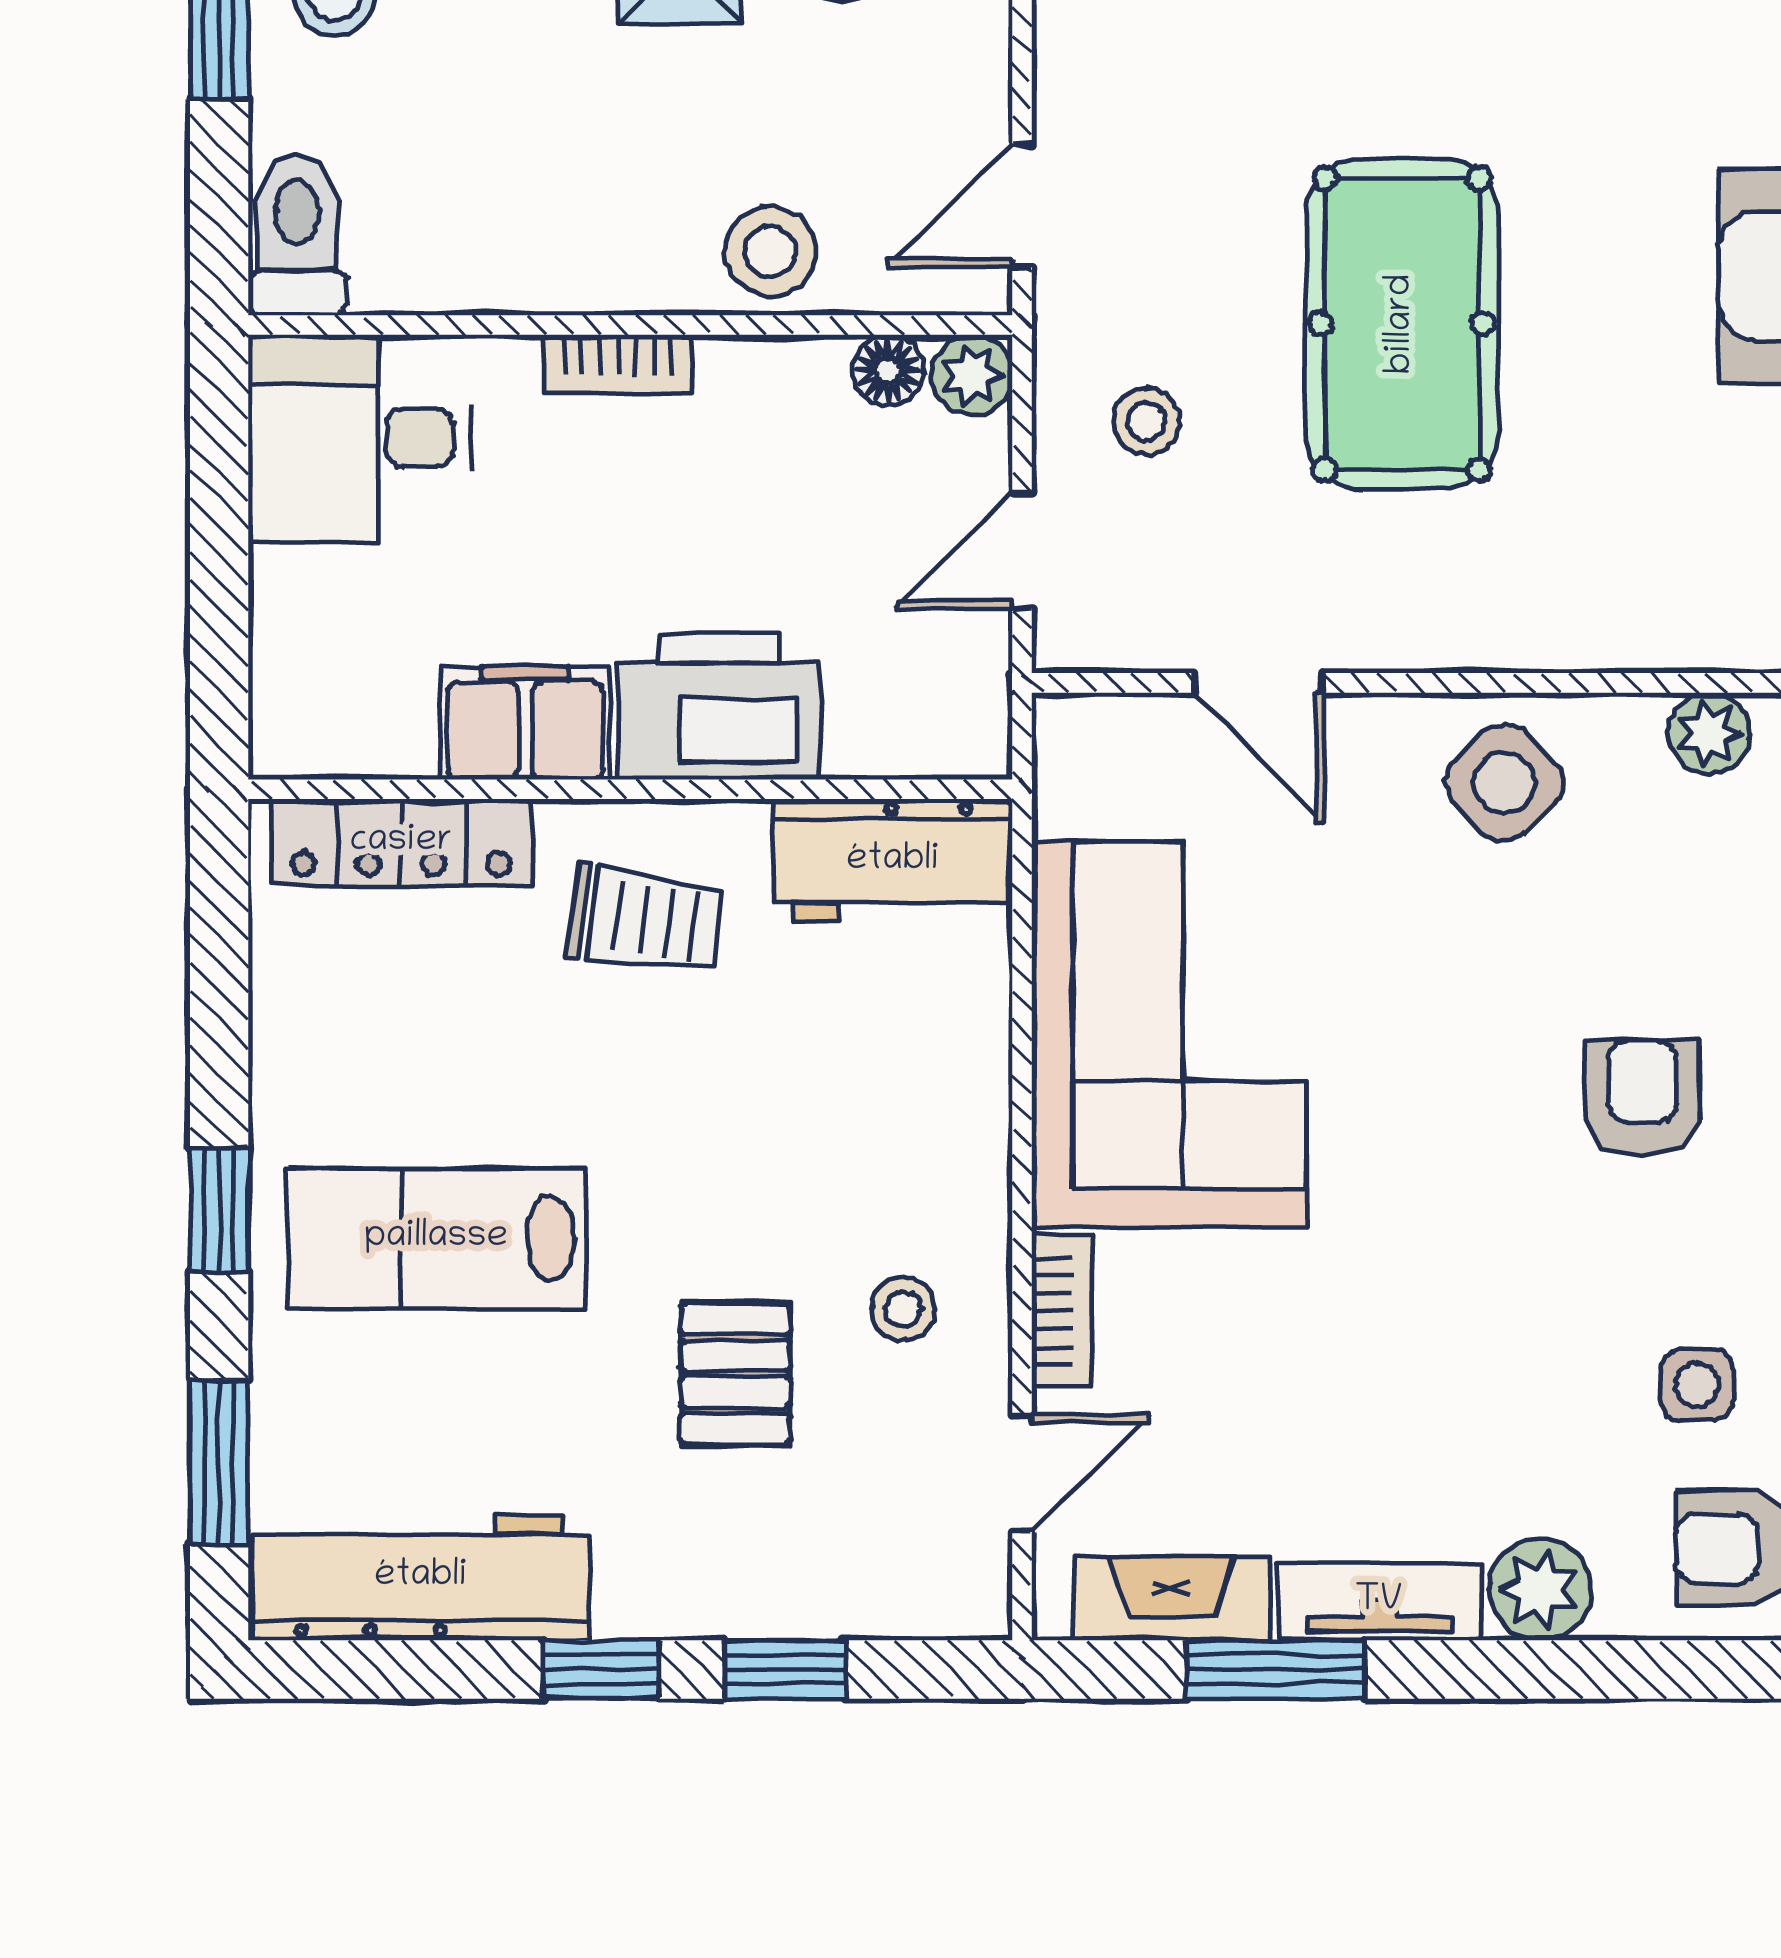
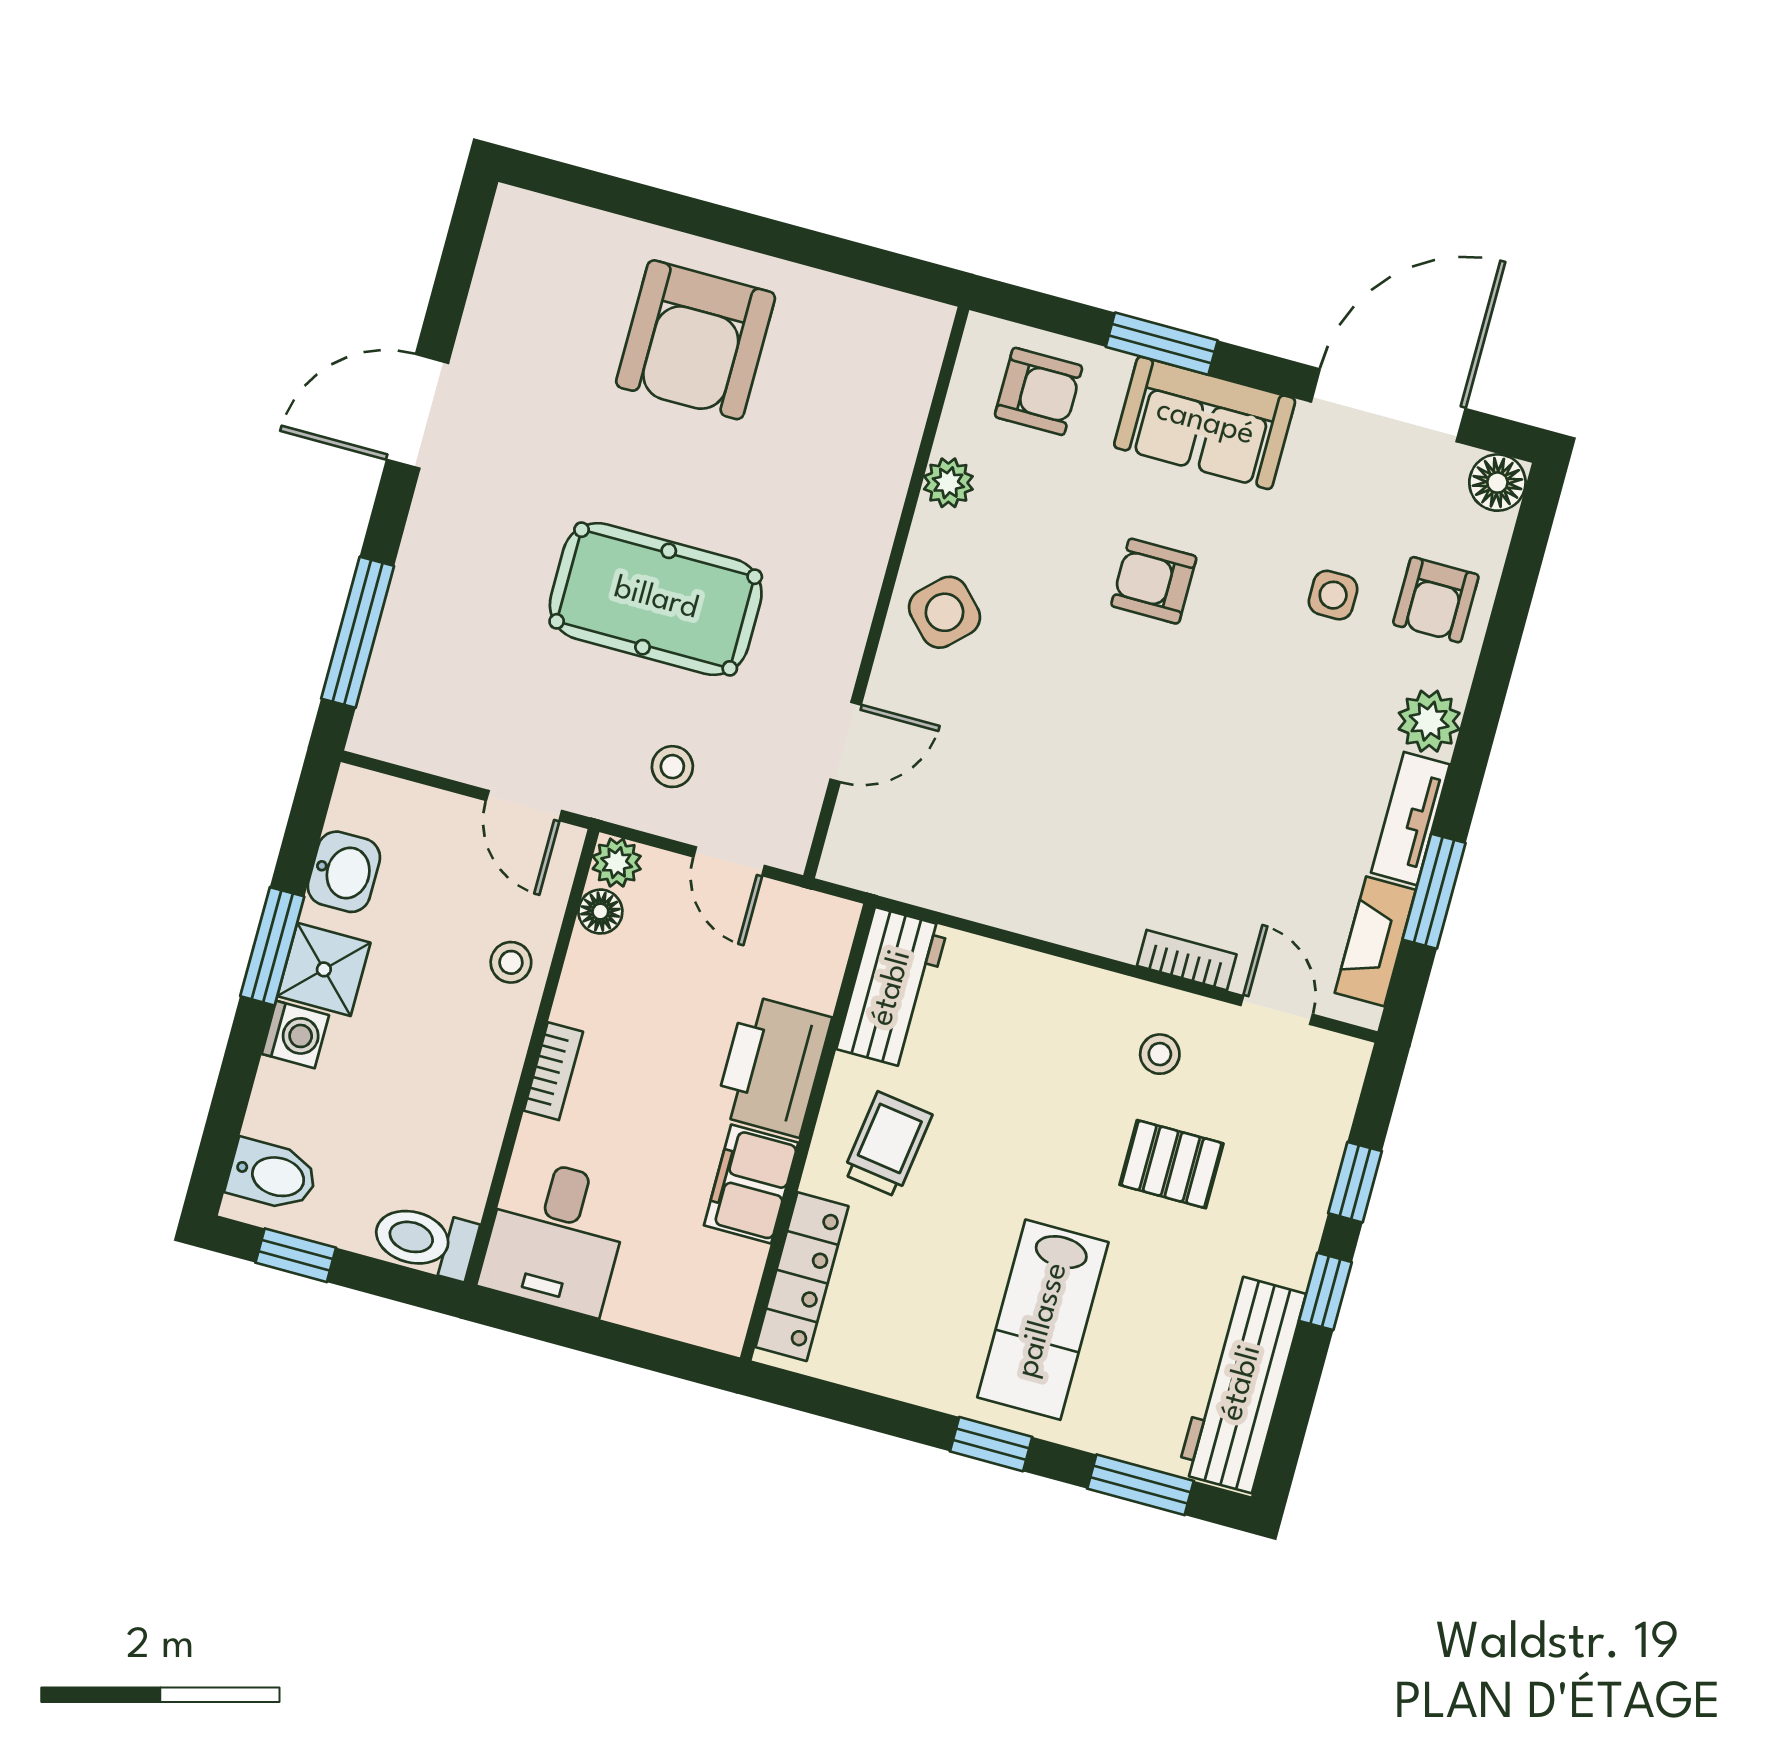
stool: (770, 252) -> (511, 962), width x0.73, depth x0.73
corner sofa: (1169, 1035) -> (1040, 852), removed

